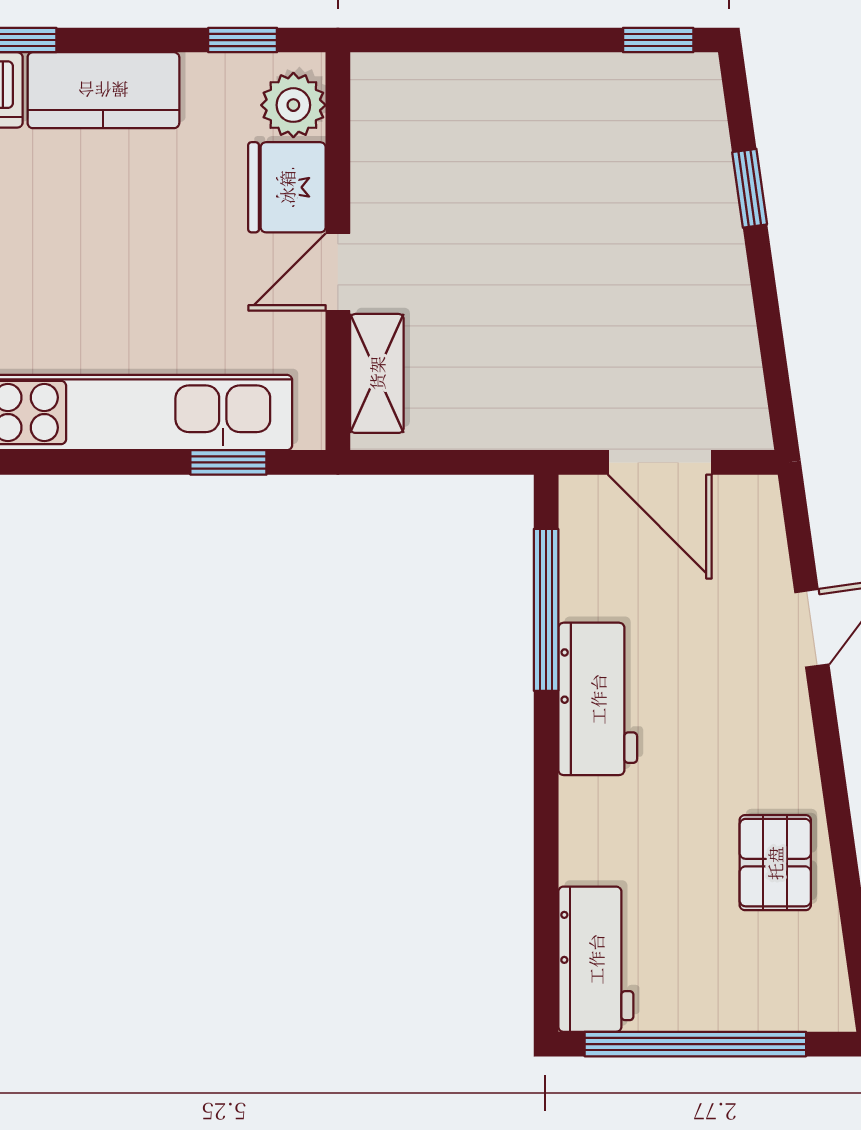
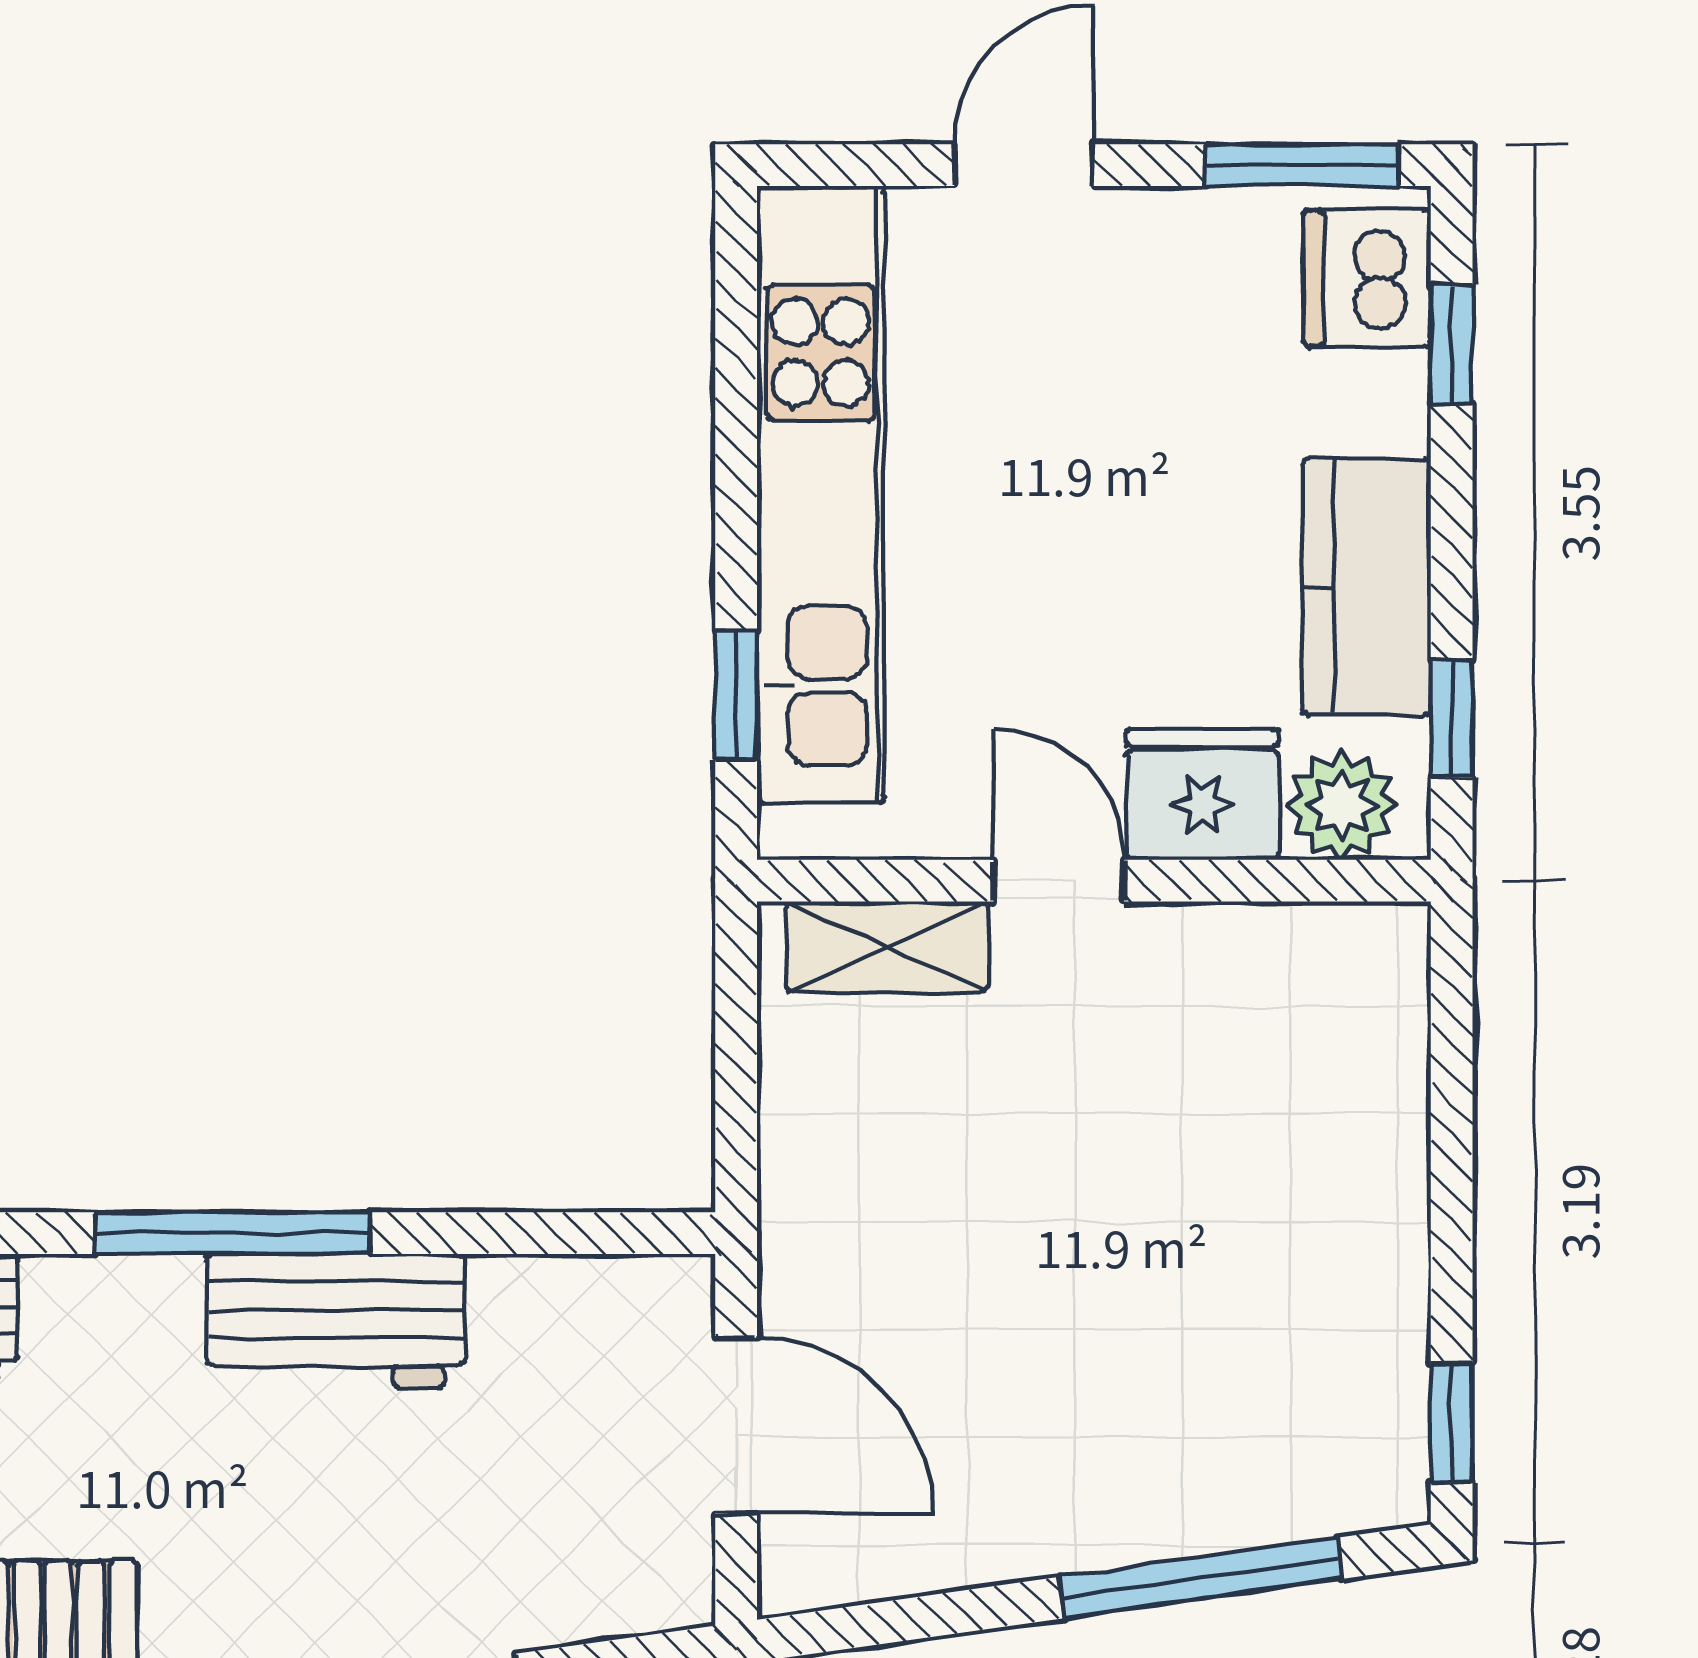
kitchen counter: (103, 90) -> (1367, 587), moved
window: (750, 188) -> (1201, 1578), width x2.17
door: (660, 462) -> (736, 1426), swing flipped
window: (546, 610) -> (232, 1233), moved

